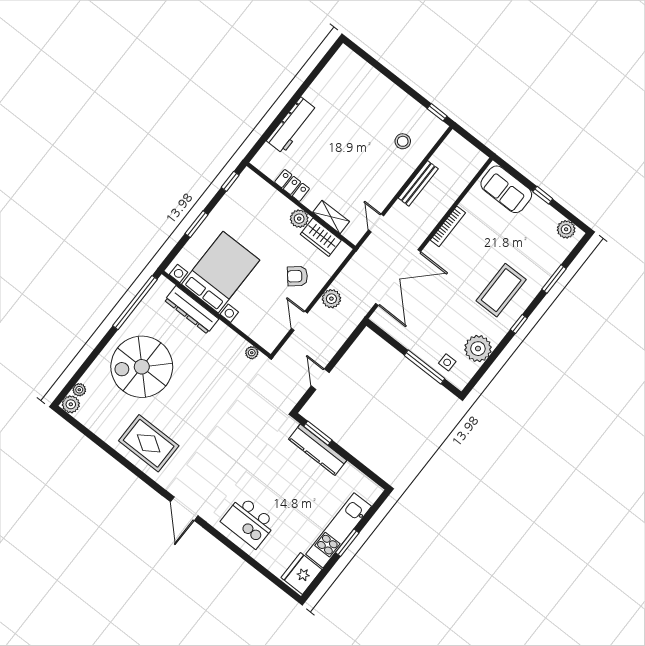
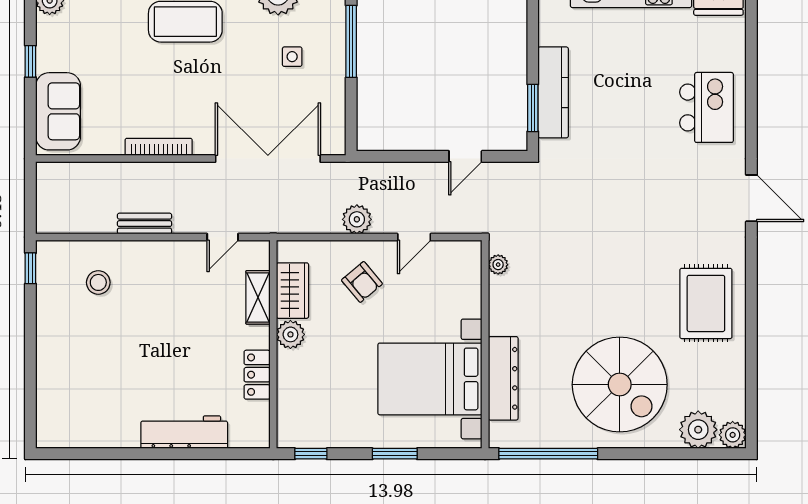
bench: (418, 183) -> (144, 224), width x0.73
side table: (447, 362) -> (292, 57), moved
plant: (79, 390) -> (698, 430), width x1.87, depth x1.87
door: (184, 509) -> (751, 198), hinge flipped

